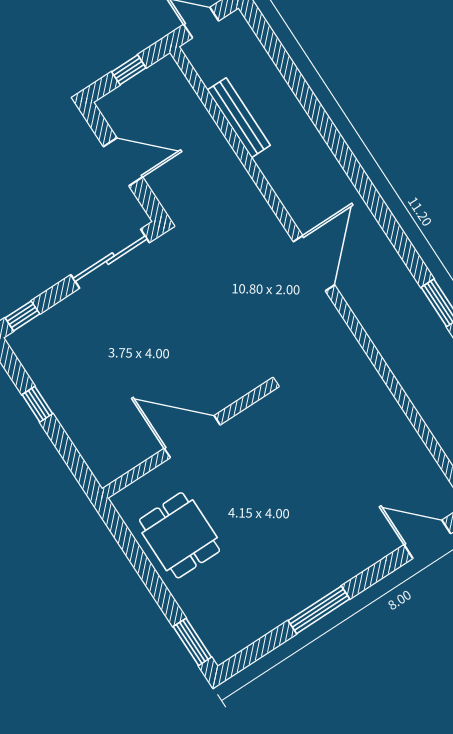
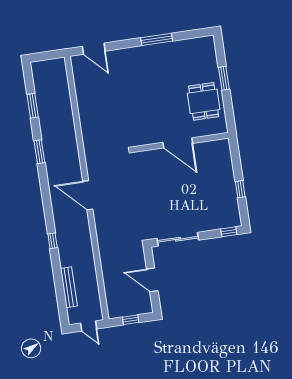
bench: (239, 118) -> (69, 287), moved
window: (340, 149) -> (53, 241), added
door: (314, 263) -> (88, 195), hinge flipped
window: (192, 642) -> (224, 78), moved

